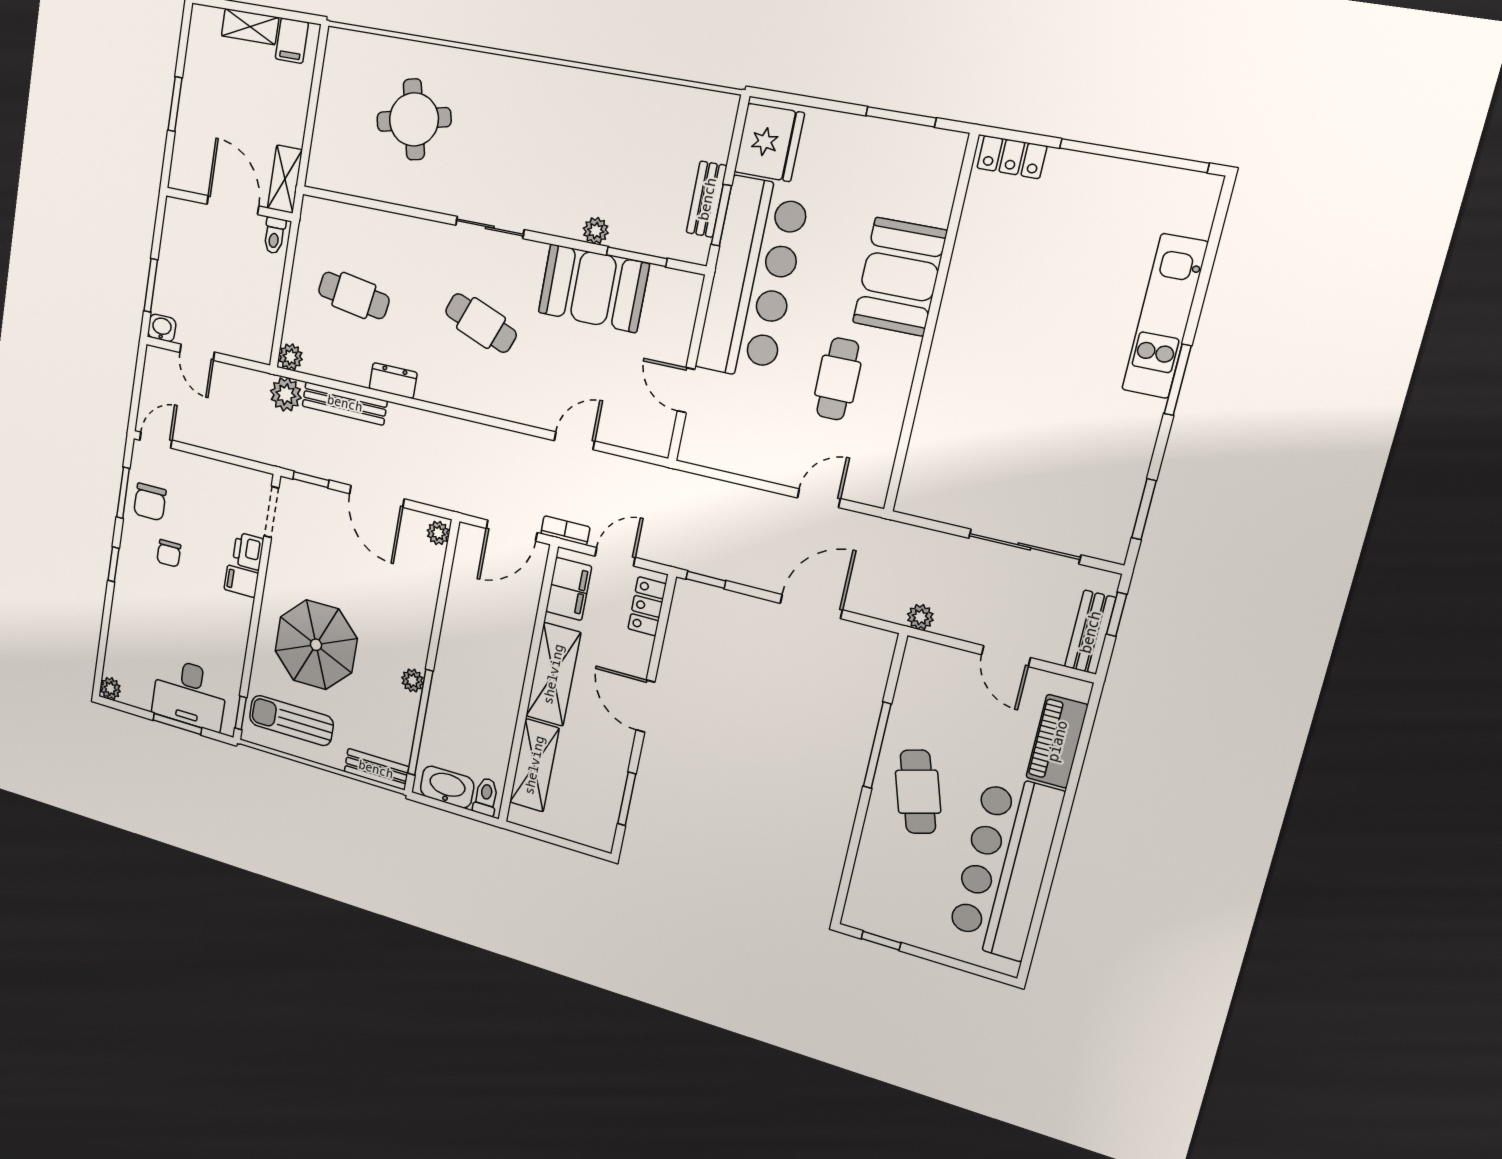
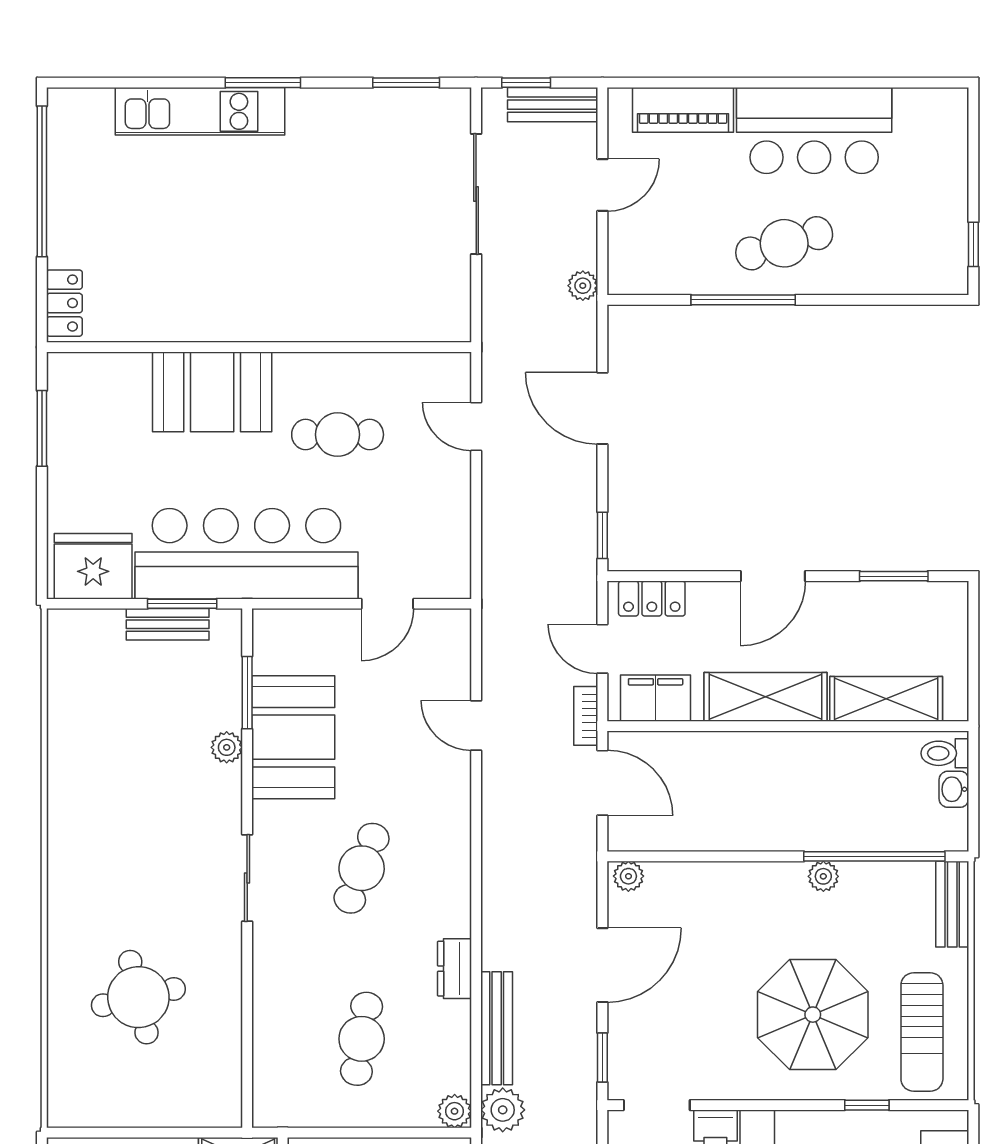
window: (241, 713) -> (867, 1105), moved
washbasin: (447, 787) -> (954, 789), width x0.52, depth x0.69
bar counter: (1005, 867) -> (814, 131), width x0.73

